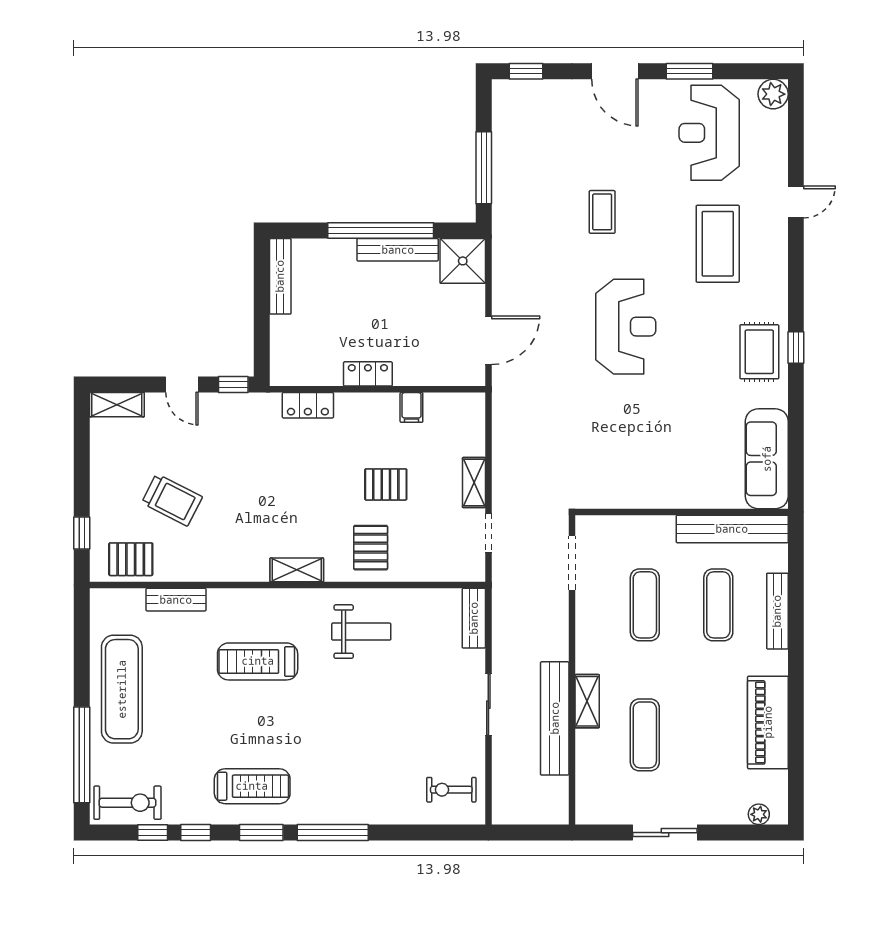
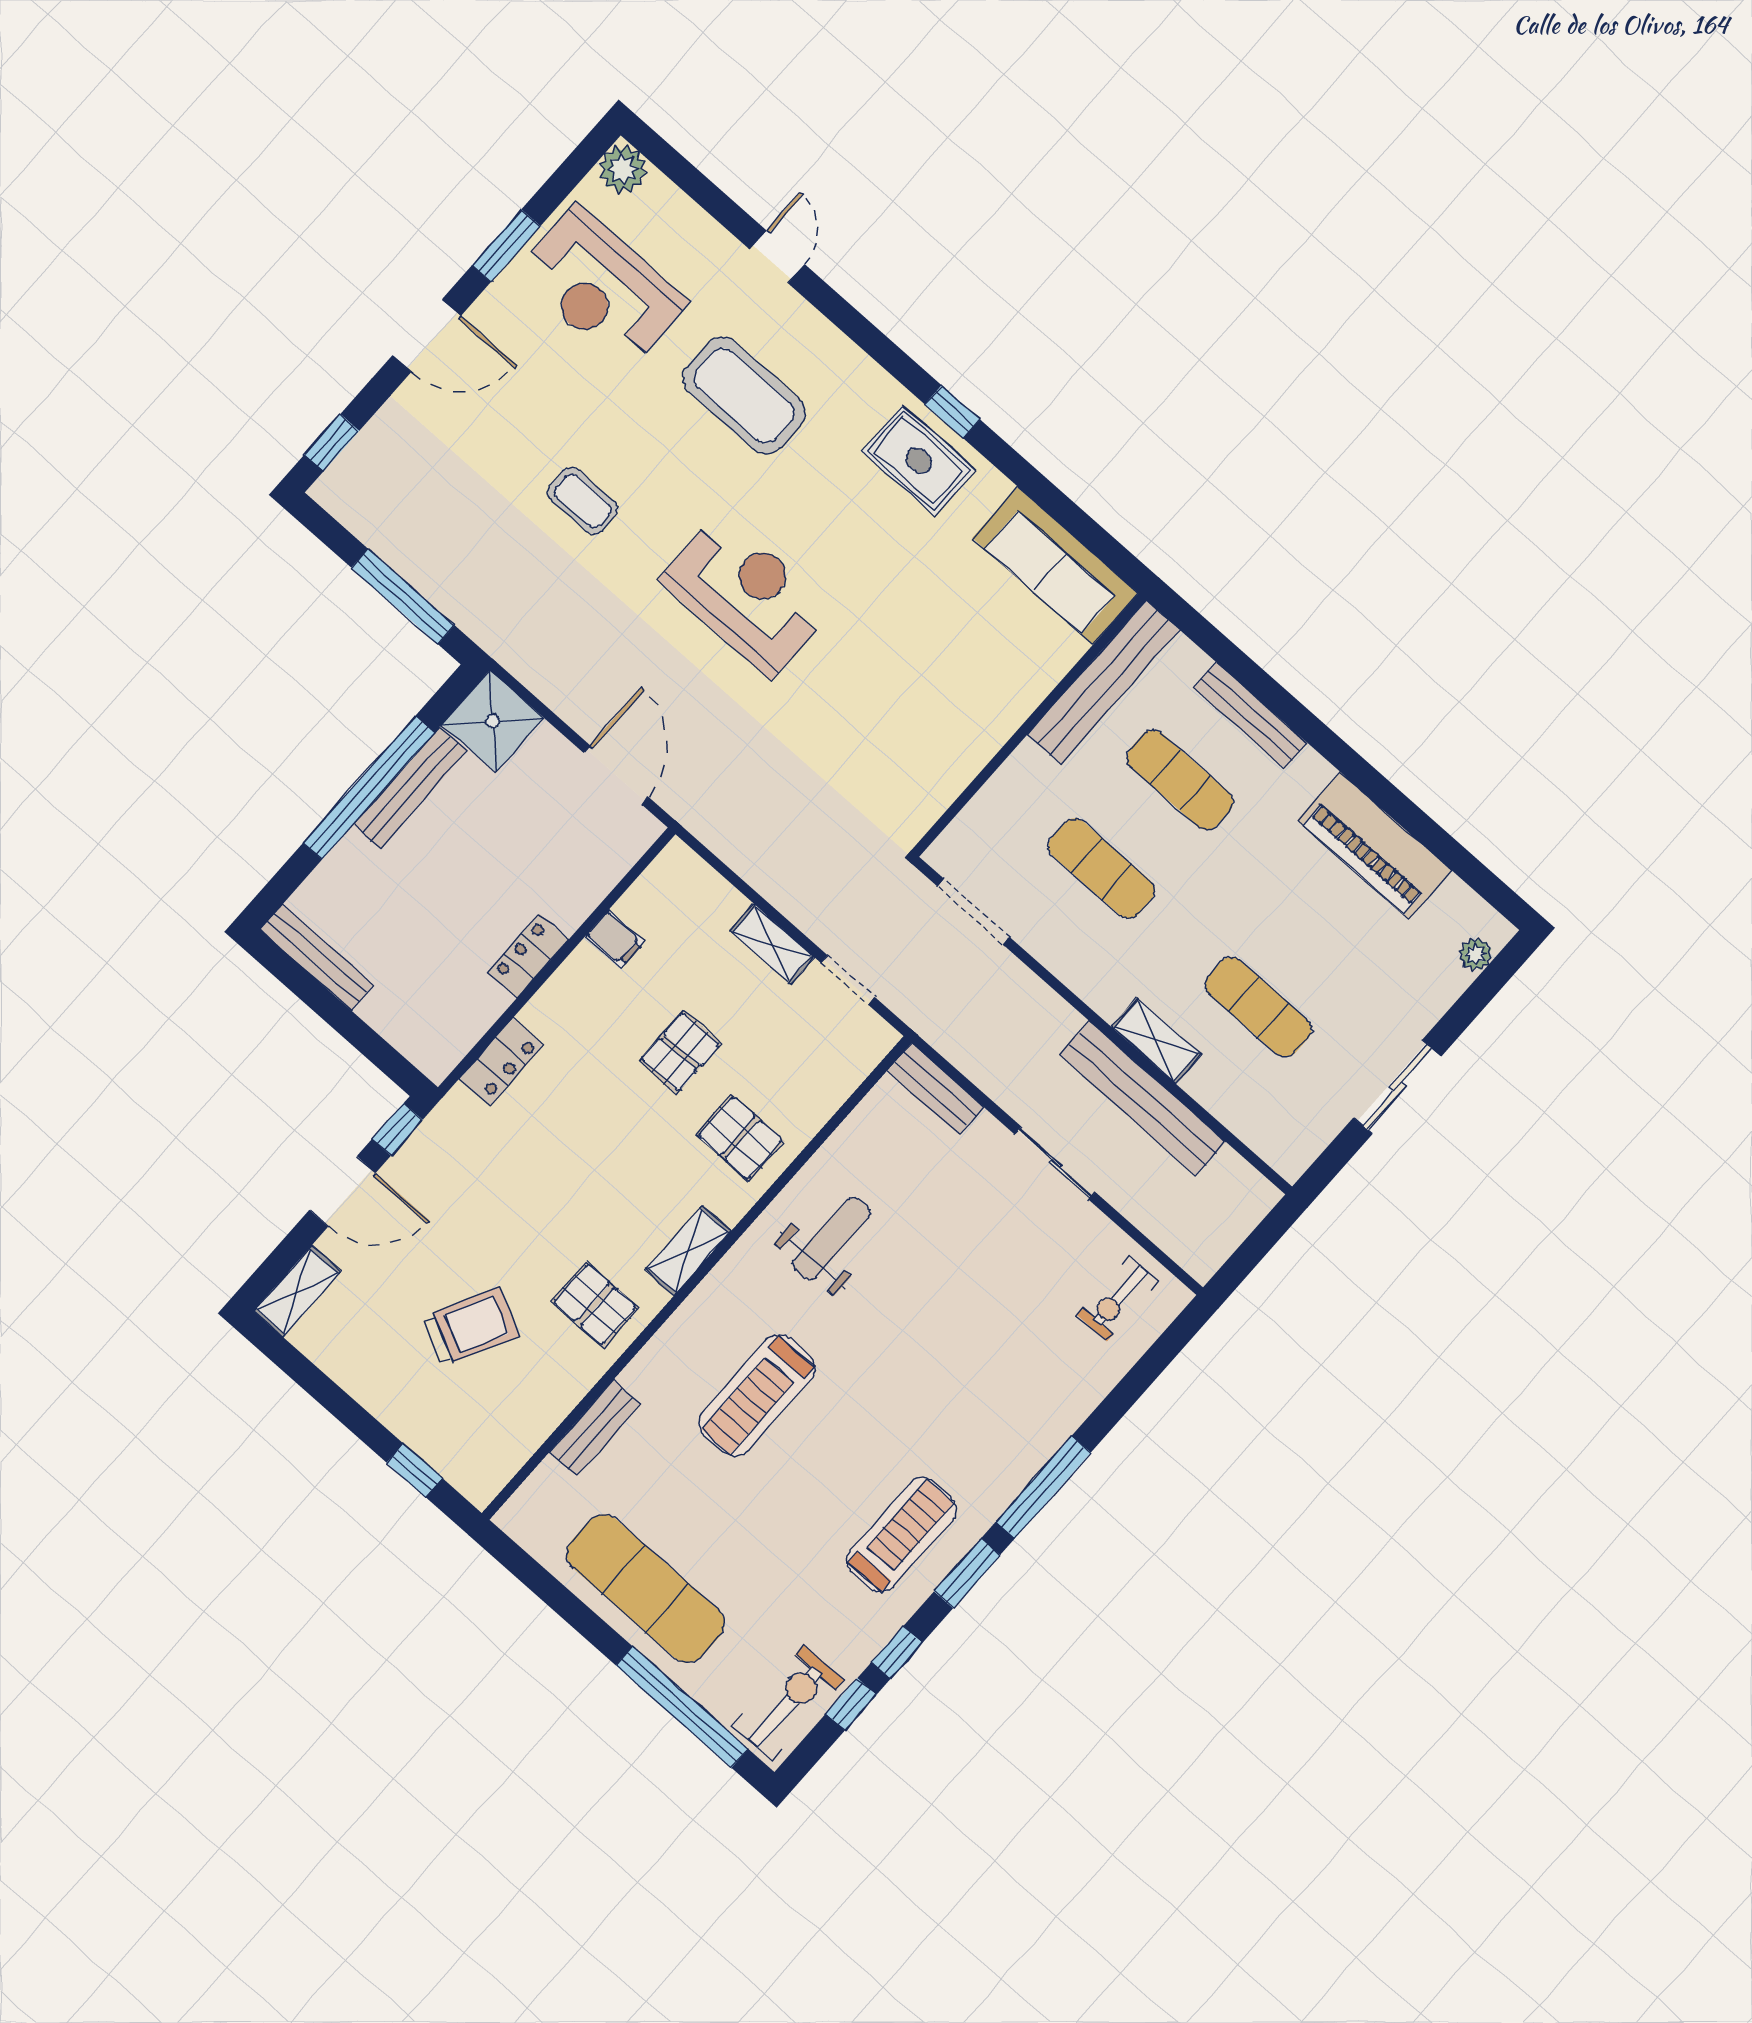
door: (182, 385) -> (343, 1191), width x1.38
pallet: (131, 559) -> (595, 1305), moved, turned 90

